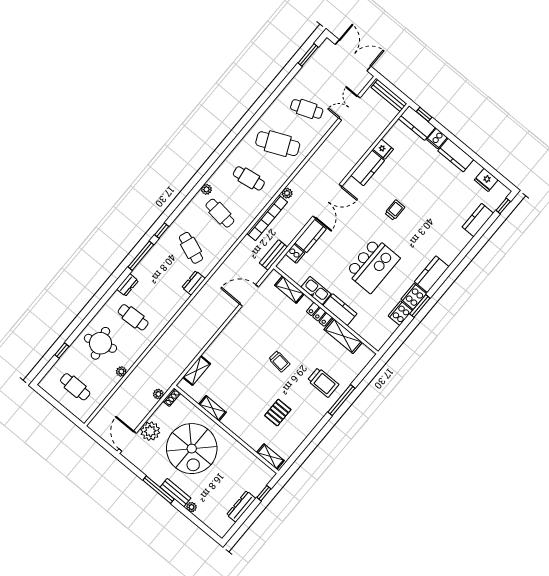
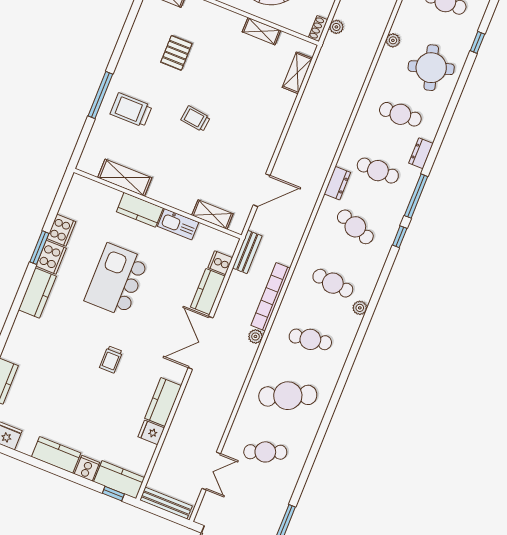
cafe table: (162, 283) -> (378, 171), added
locker: (319, 314) -> (164, 195), removed

